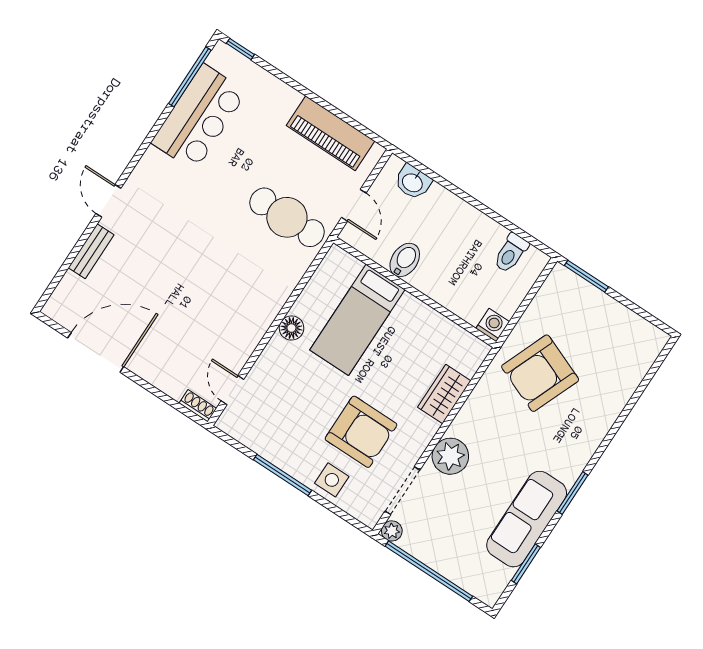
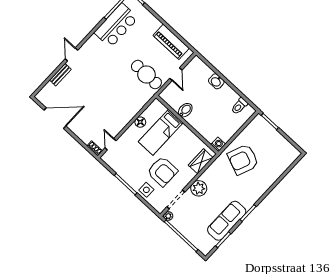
washbasin: (413, 182) -> (216, 81), moved
bidet: (405, 260) -> (185, 110), moved
wall: (415, 292) -> (187, 125), moved
bed: (357, 320) -> (161, 132), moved
washing machine: (493, 325) -> (218, 144), moved

